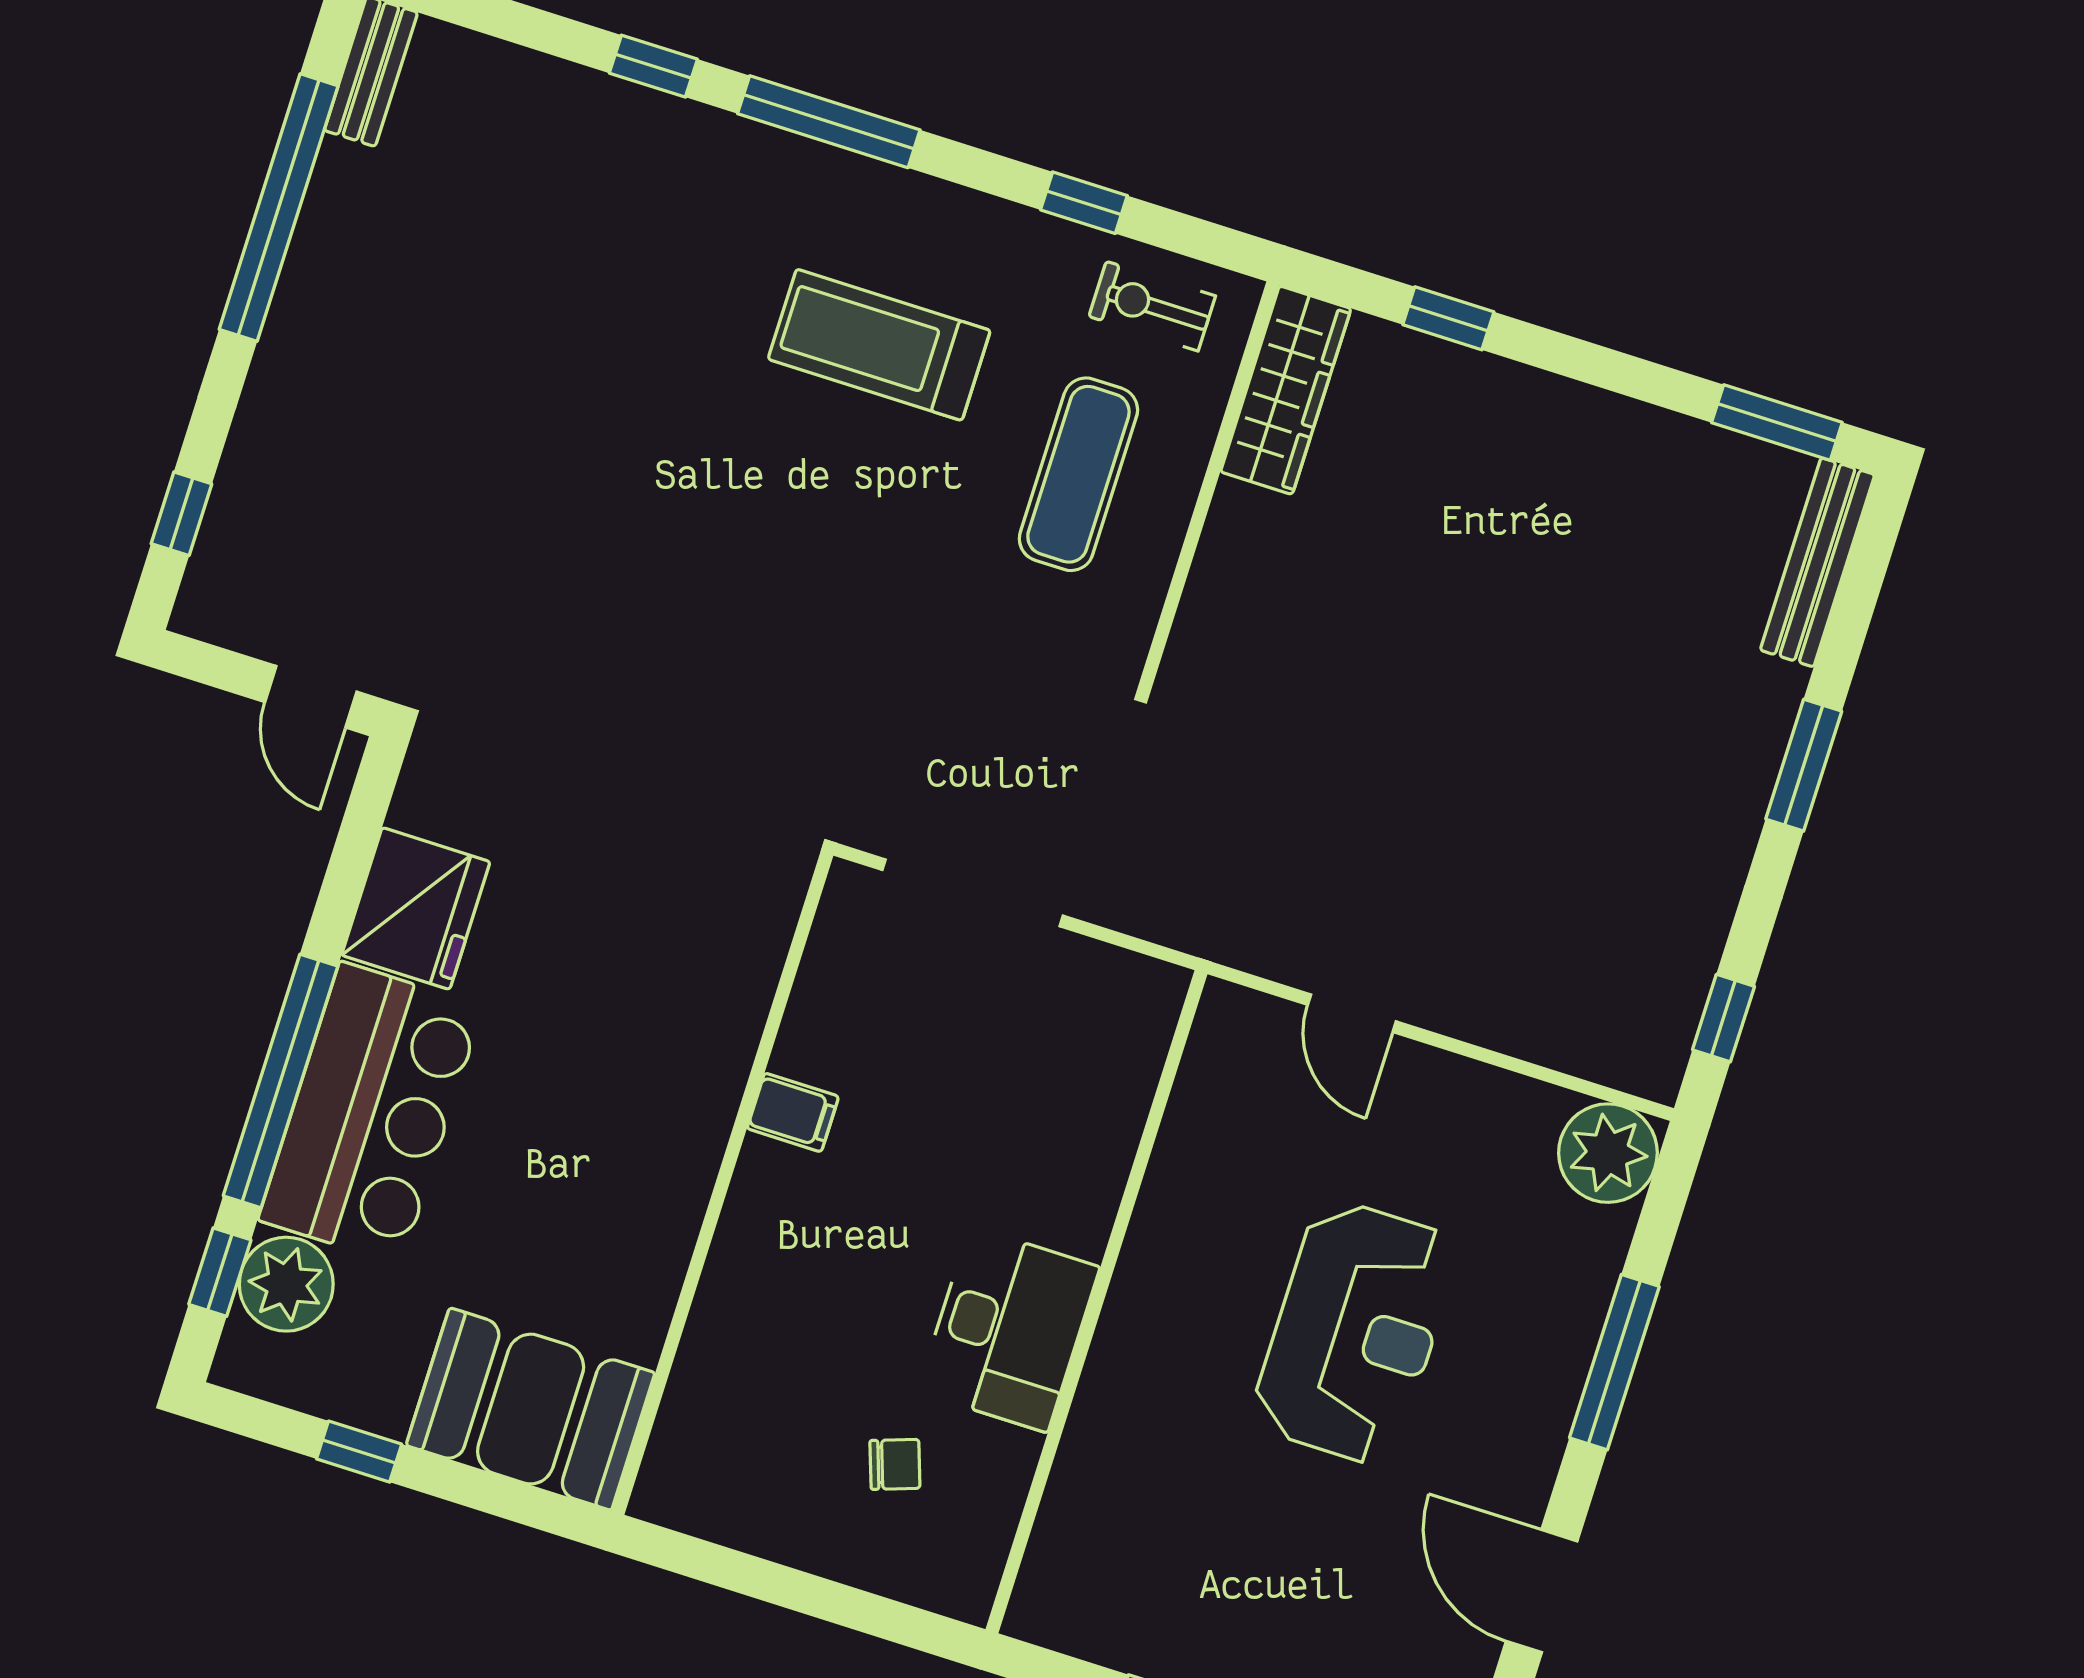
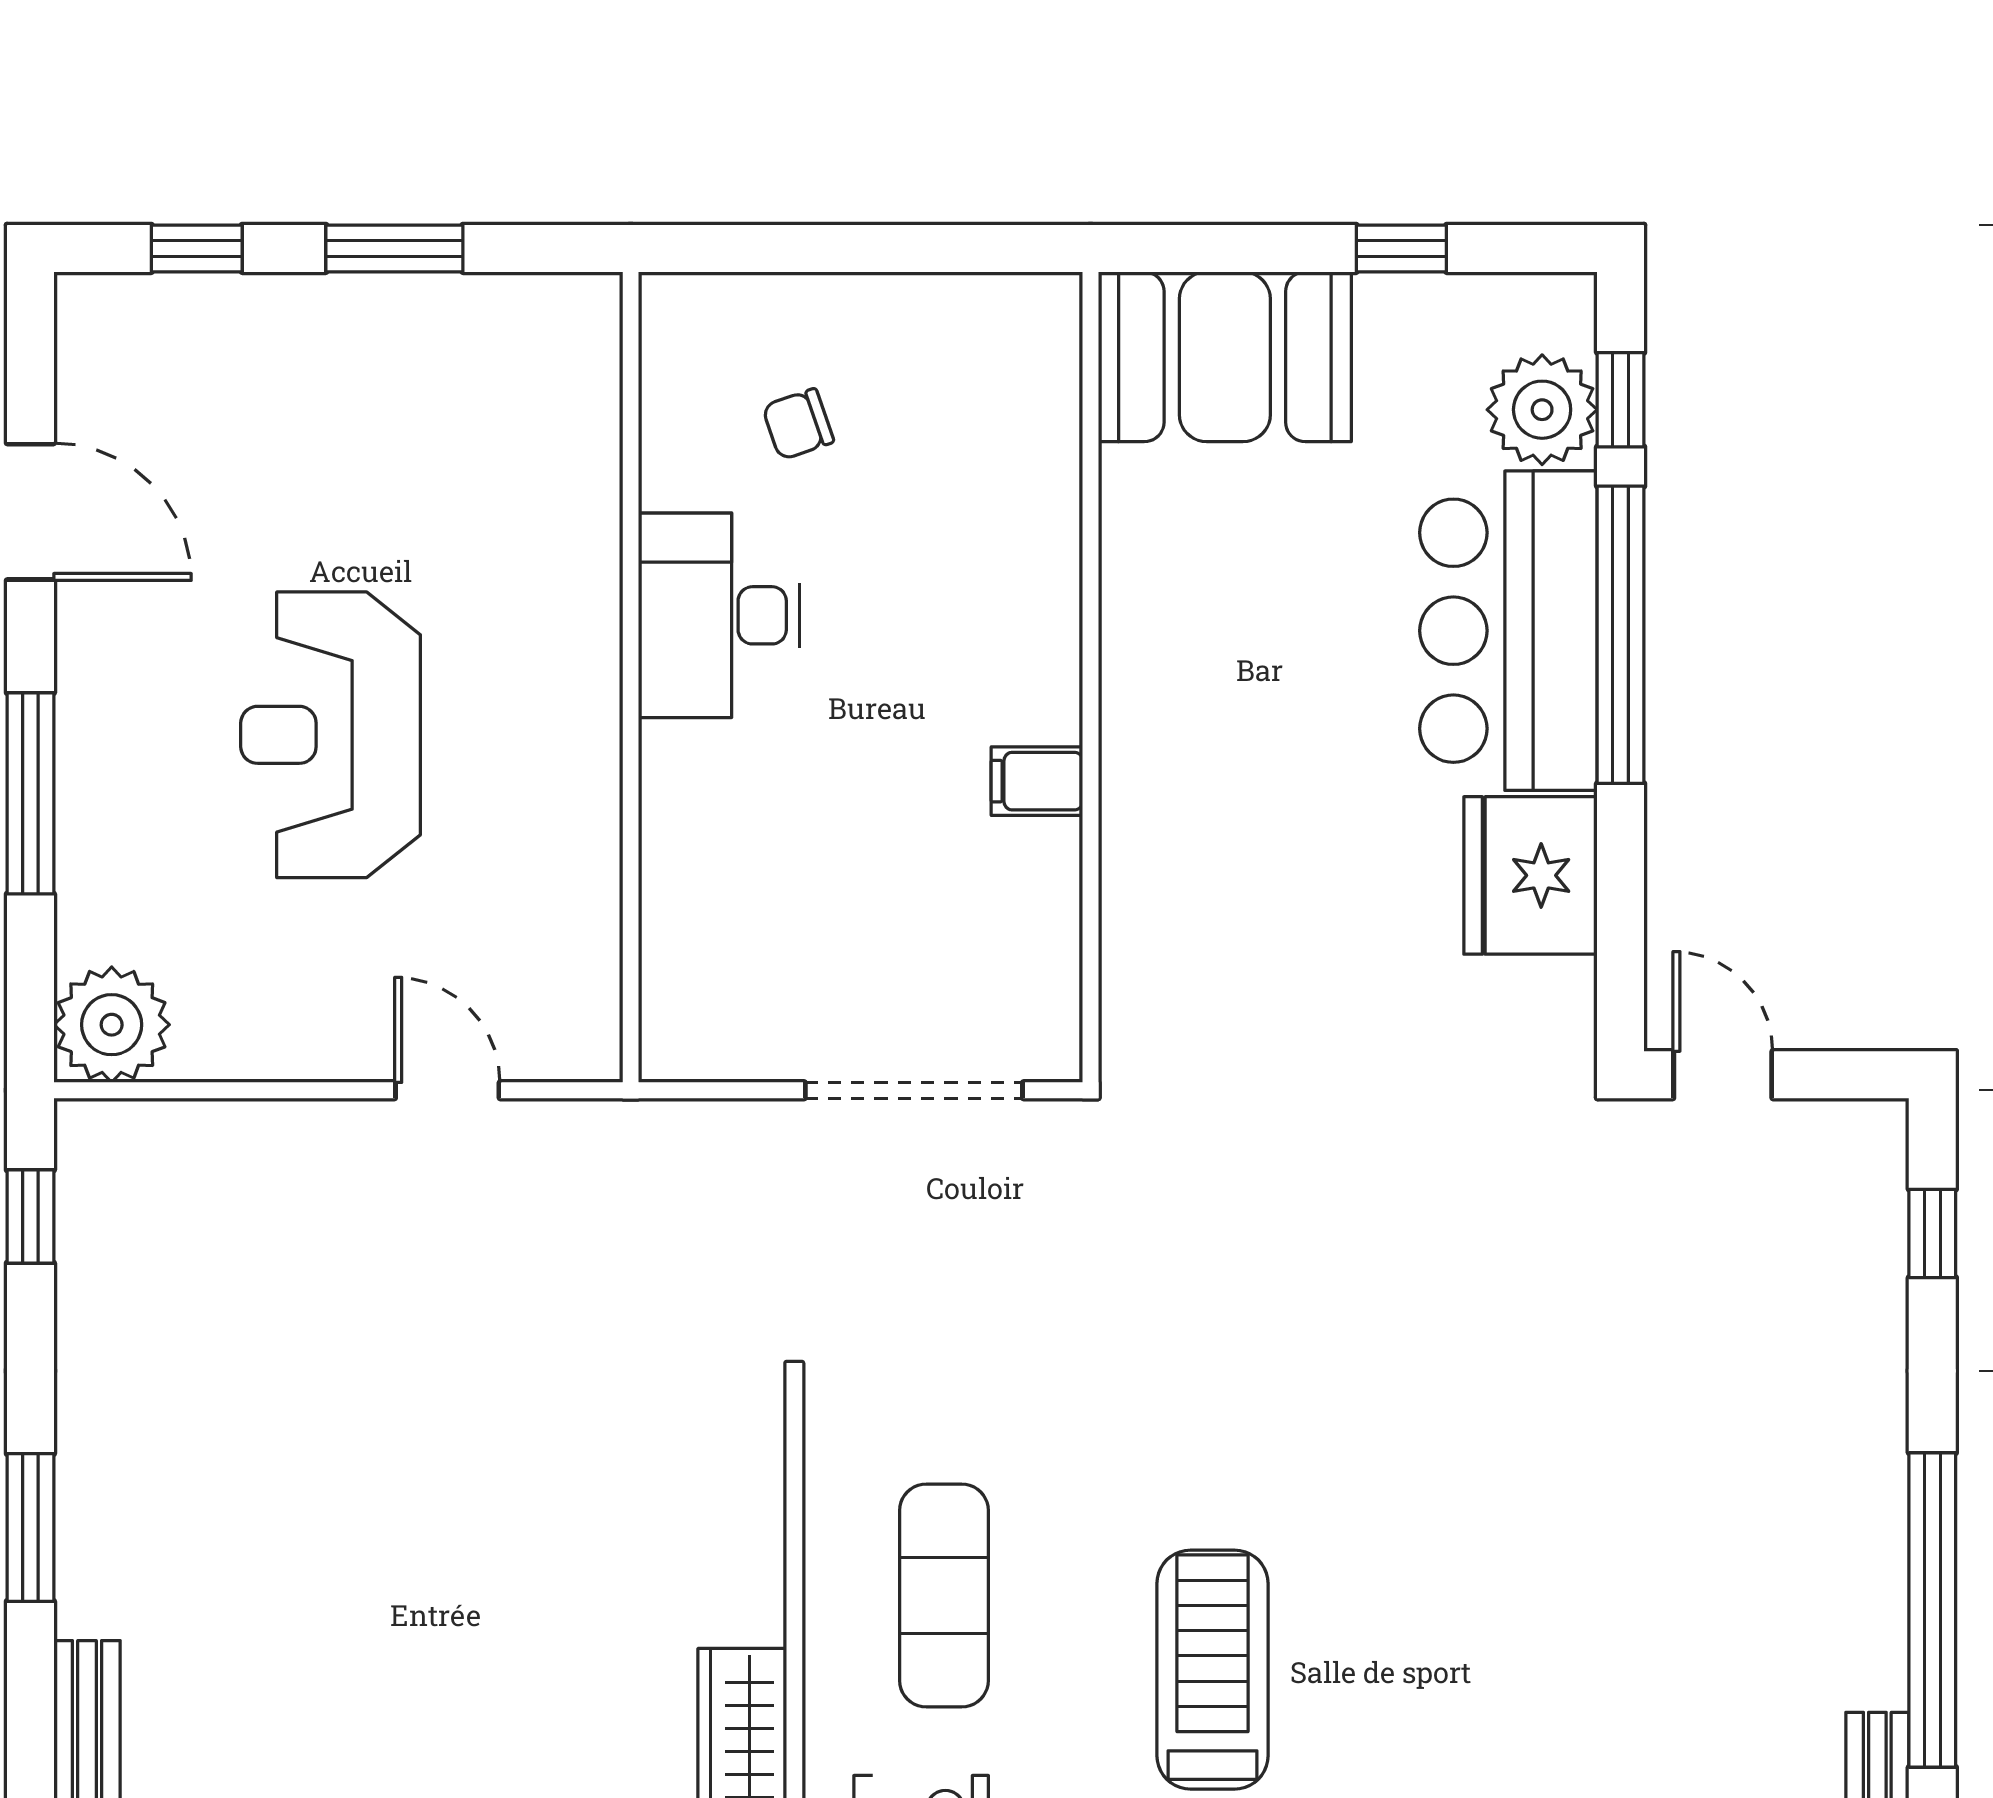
treadmill: (879, 345) -> (1213, 1670), turned -90

